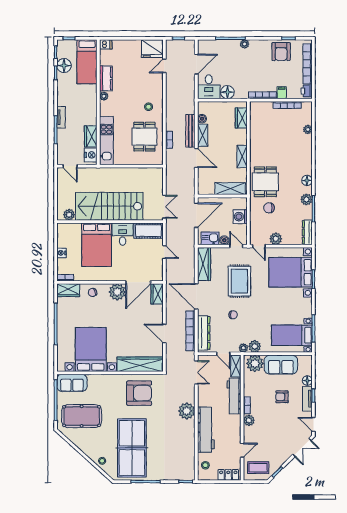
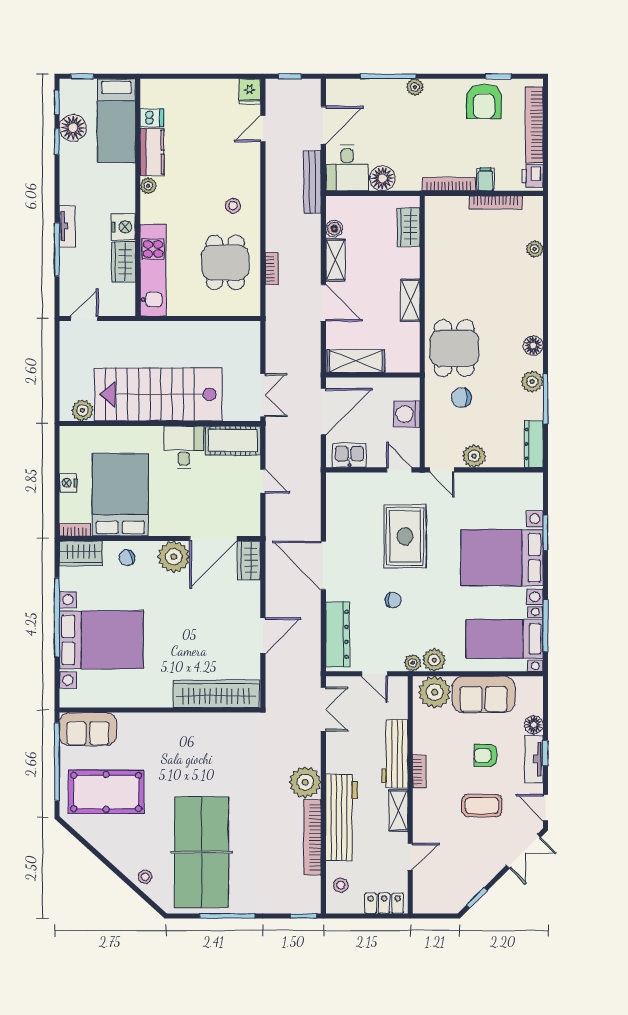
dishwasher: (106, 44) -> (152, 118), moved
fridge: (152, 49) -> (250, 92), width x0.53, depth x0.75
bench: (190, 131) -> (312, 182), moved
nightstand: (91, 155) -> (123, 227), moved
door: (70, 166) -> (84, 318), swing flipped
shelving: (230, 189) -> (356, 361), moved
boiler: (224, 240) -> (377, 459), removed
bed: (97, 245) -> (120, 495), moved, turned 180
wardrobe: (204, 264) -> (338, 504), removed
bed with nightstands: (291, 272) -> (502, 558), moved
bookcase: (190, 331) -> (312, 837), moved
door: (164, 333) -> (263, 635), swing flipped
bed with nightstands: (91, 349) -> (101, 640), moved, turned 90
shelving: (236, 366) -> (398, 811), moved
armchair: (139, 393) -> (215, 748), removed
plant: (249, 420) -> (423, 800), removed
coffee table: (258, 468) -> (482, 805), moved

